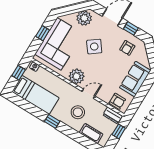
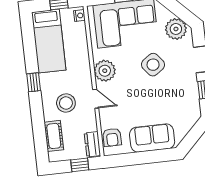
armchair: (127, 48) -> (180, 102), removed

